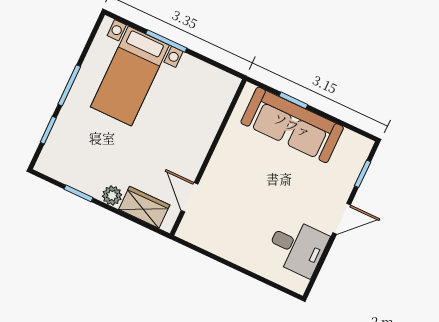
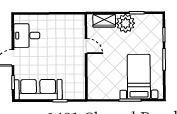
sofa: (292, 125) -> (38, 90), moved
plant: (112, 196) -> (126, 23), width x1.87, depth x1.87
door: (189, 197) -> (86, 46), moved

